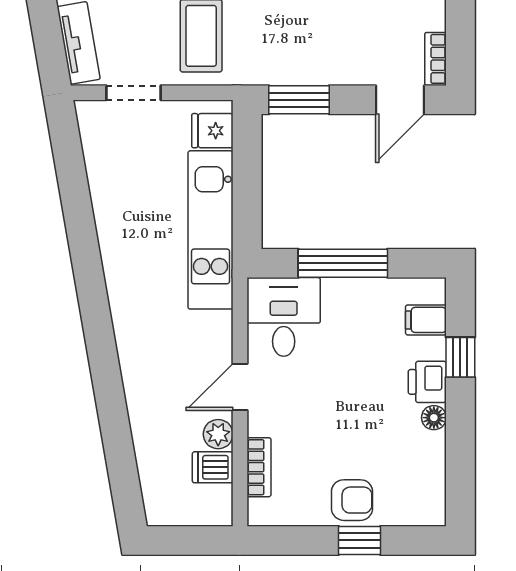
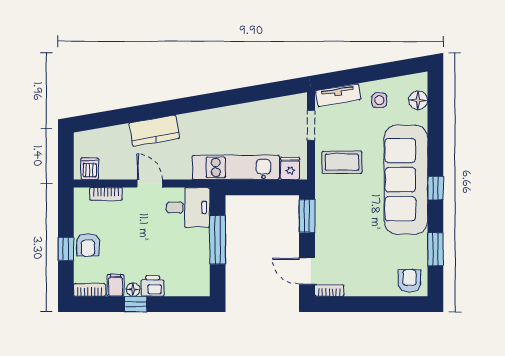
filing cabinet: (426, 320) -> (115, 285), moved
window: (460, 357) -> (136, 304), moved
kitchen counter: (143, 379) -> (154, 131), added
plant: (218, 434) -> (124, 172), removed
dishwasher: (213, 467) -> (90, 169), moved
bookcase: (434, 497) -> (90, 290), added

